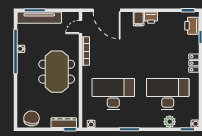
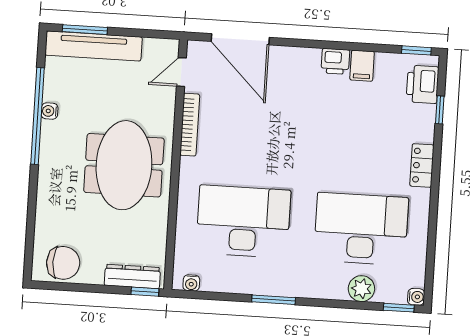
filing cabinet: (139, 19) -> (362, 66), moved
chair: (31, 118) -> (63, 263), turned 85

